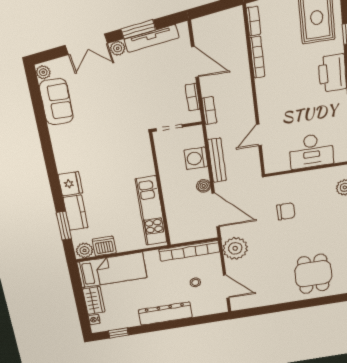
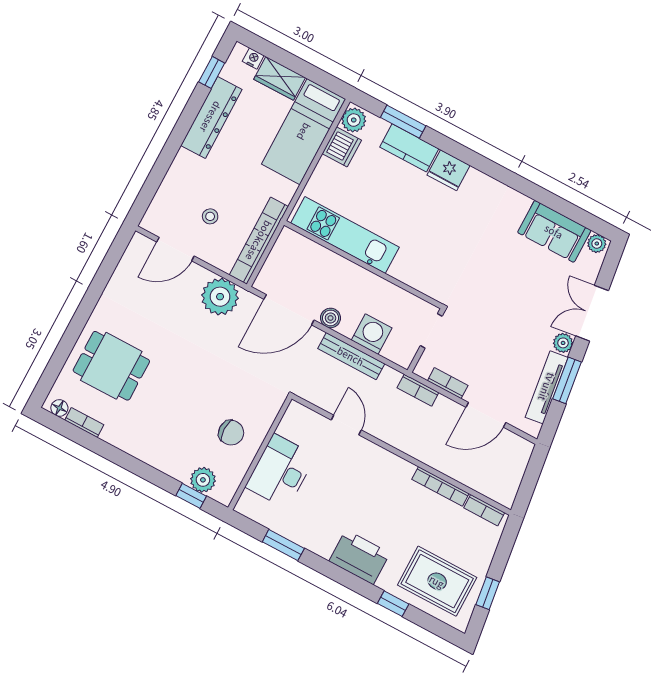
chair: (286, 211) -> (231, 433), moved, turned -90
dresser: (165, 314) -> (211, 117), moved

